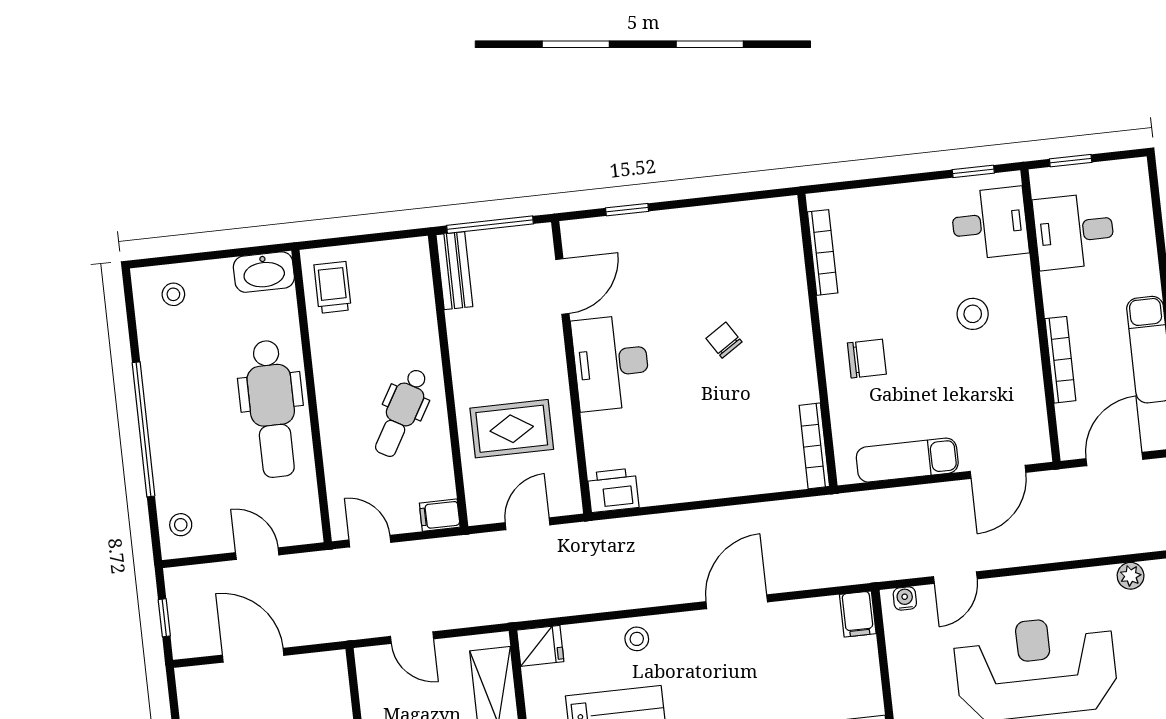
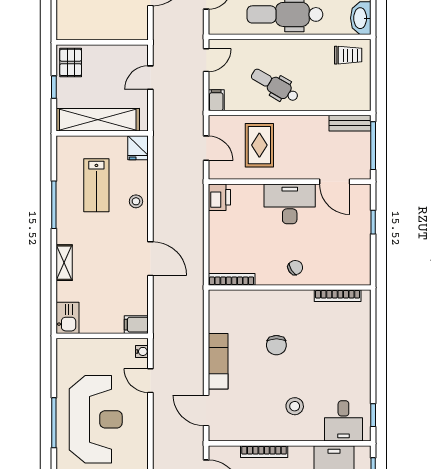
bookcase: (823, 252) -> (338, 296), moved
wall: (818, 340) -> (290, 288), moved
bookcase: (814, 446) -> (232, 279), moved

